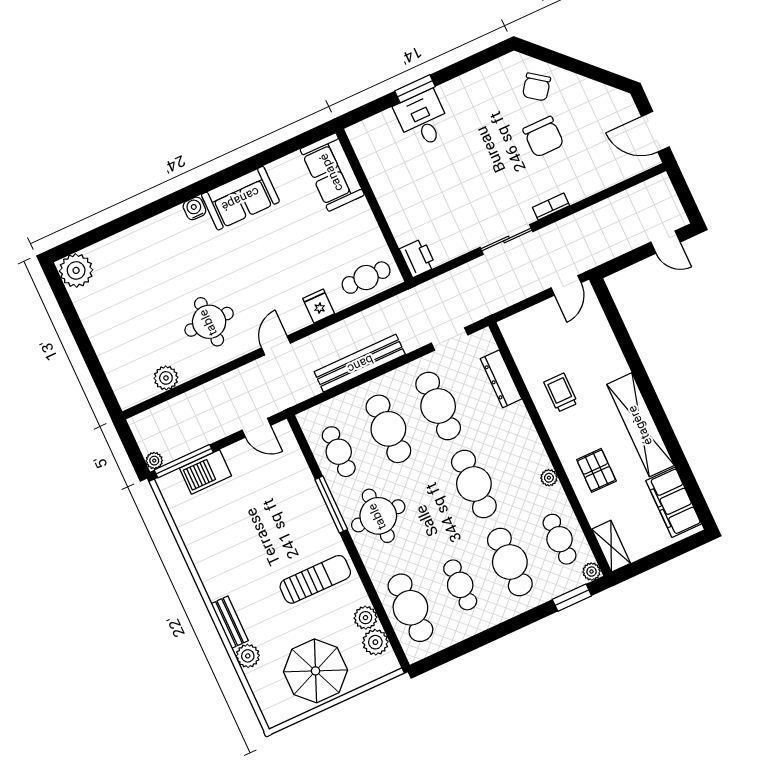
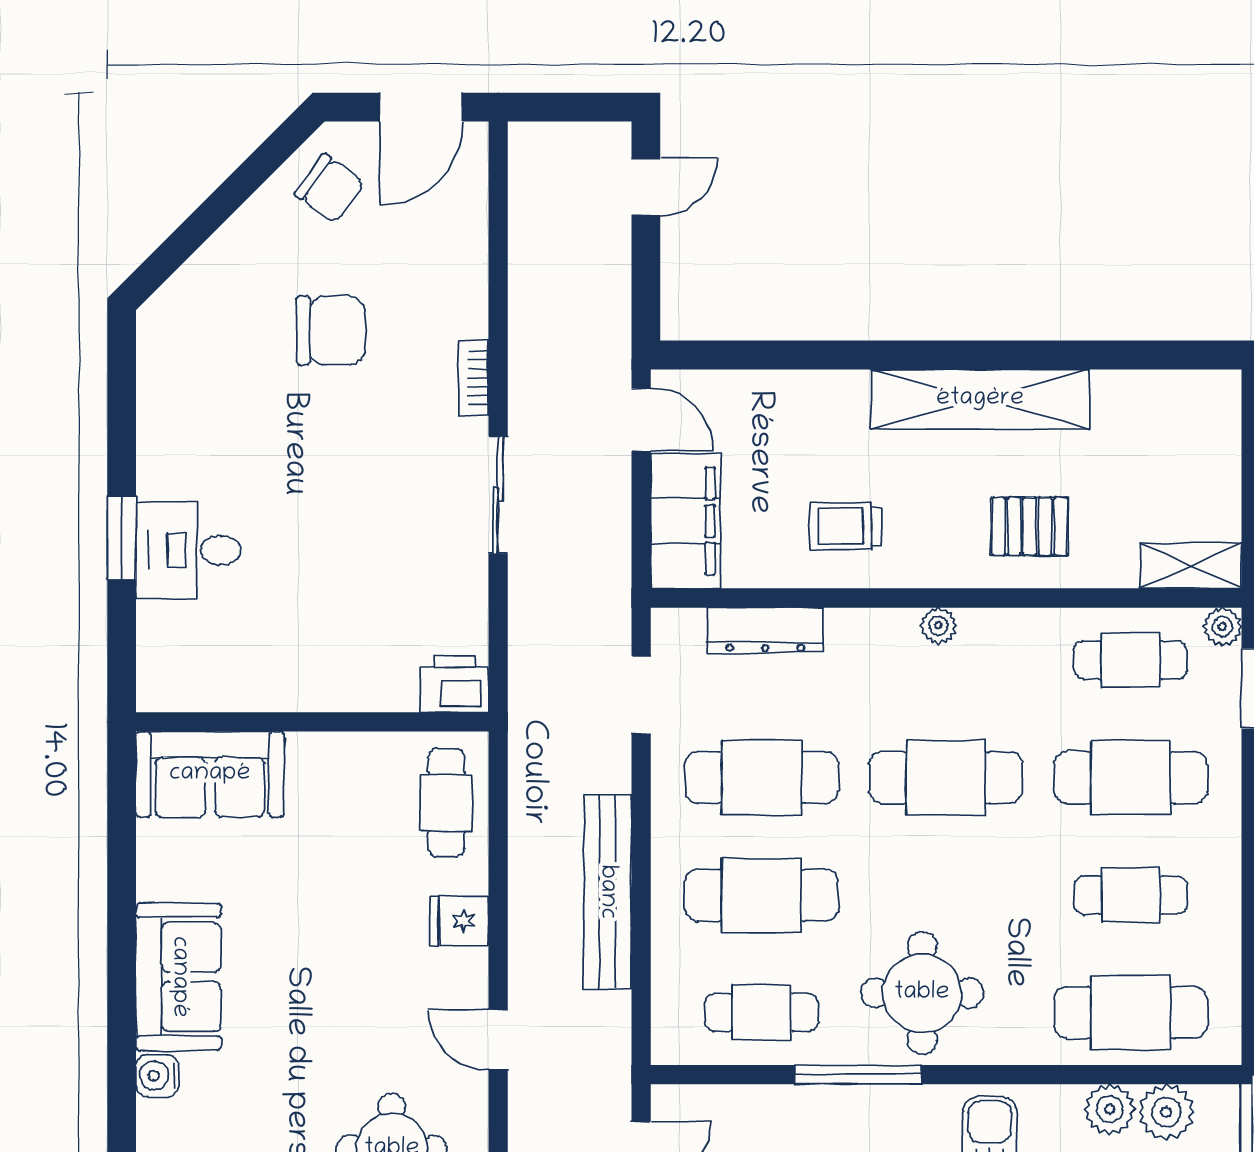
chair: (537, 87) -> (330, 188), moved
plant: (549, 478) -> (938, 626), moved
filing cabinet: (674, 502) -> (686, 521), moved, turned -90

